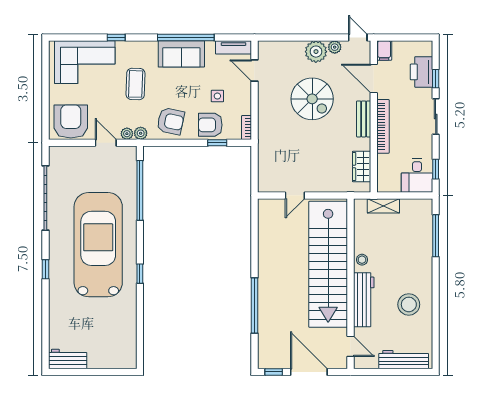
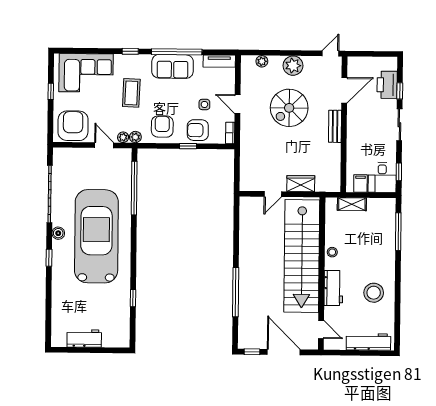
window: (116, 38) -> (130, 51), moved
door: (358, 38) -> (330, 53), hinge flipped
plant: (335, 47) -> (262, 61), moved
filing cabinet: (384, 50) -> (360, 183), moved, turned 180
door: (254, 70) -> (238, 104), moved
door: (374, 79) -> (344, 90), swing flipped
window: (45, 83) -> (51, 91), added
spiral stairs: (312, 99) -> (289, 108), turned 90
armchair: (171, 121) -> (162, 127), turned -102
bookcase: (383, 126) -> (352, 133), removed
window: (217, 143) -> (188, 146), moved
wardrobe: (362, 166) -> (301, 184), moved, turned 90
boiler: (56, 242) -> (58, 233), added
window: (140, 274) -> (133, 298), moved
workbench: (364, 300) -> (333, 288), width x0.73
workbench: (68, 359) -> (84, 338), moved

